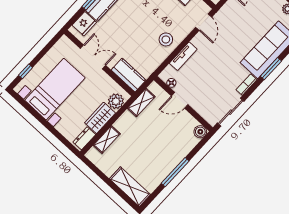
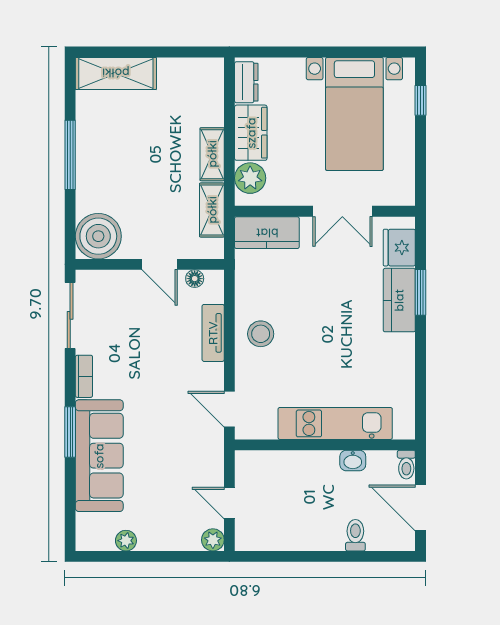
door: (180, 100) -> (160, 264), swing flipped
boiler: (200, 132) -> (98, 236), width x1.86, depth x1.86
shelving: (107, 140) -> (212, 154), moved

